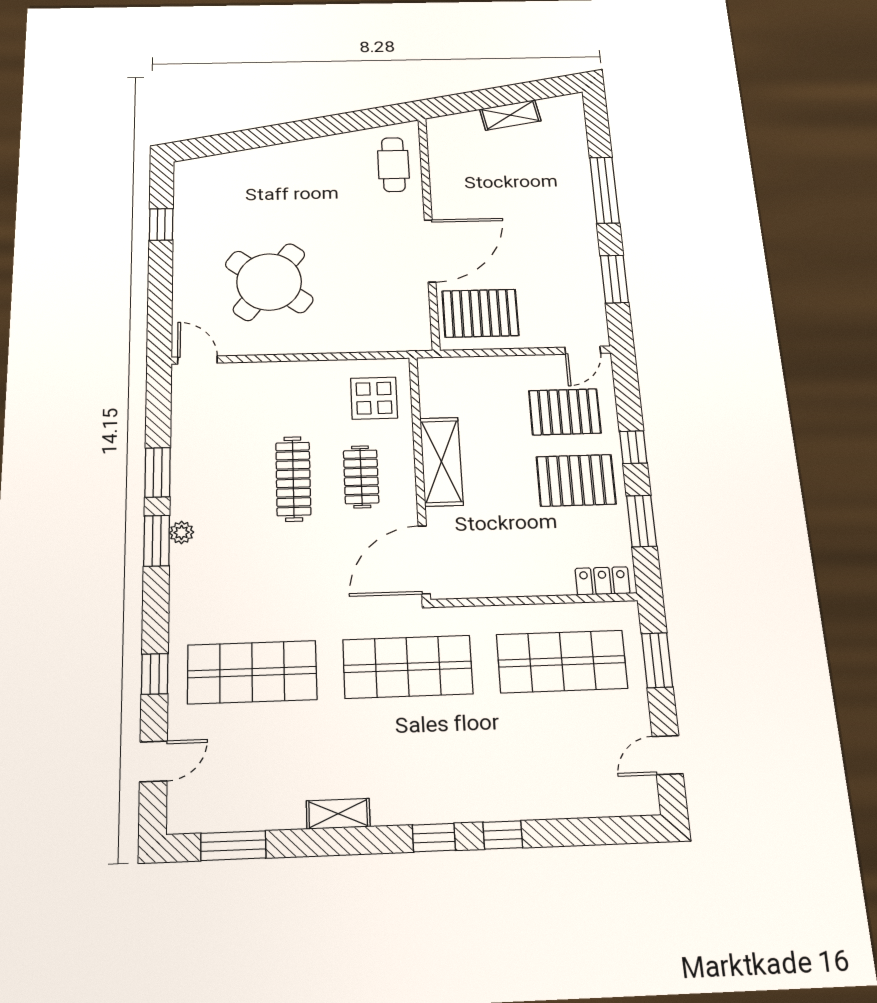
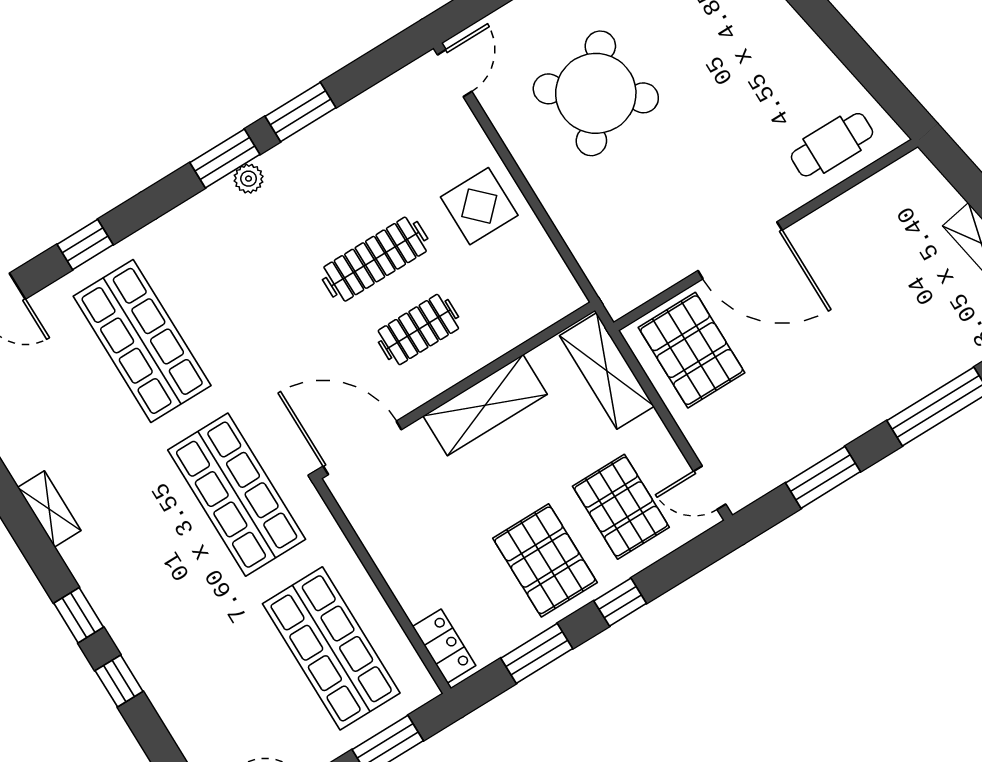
shelving: (464, 372) -> (607, 371), added
display table: (374, 398) -> (479, 206), moved

